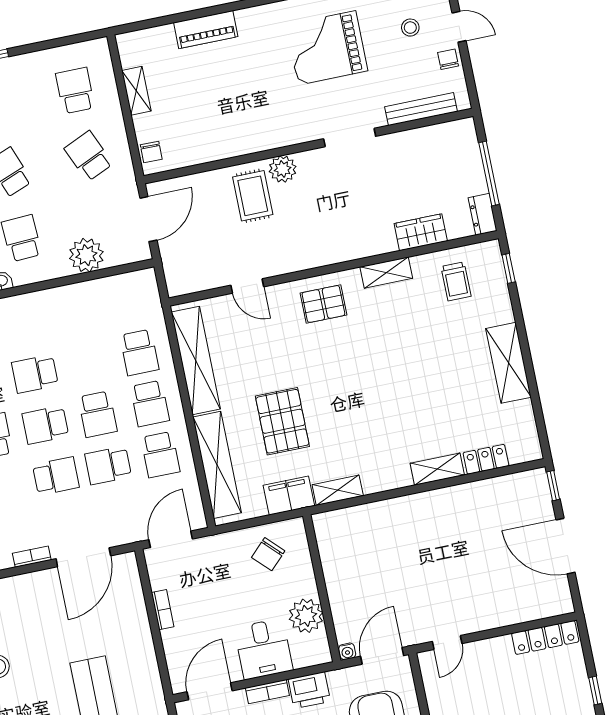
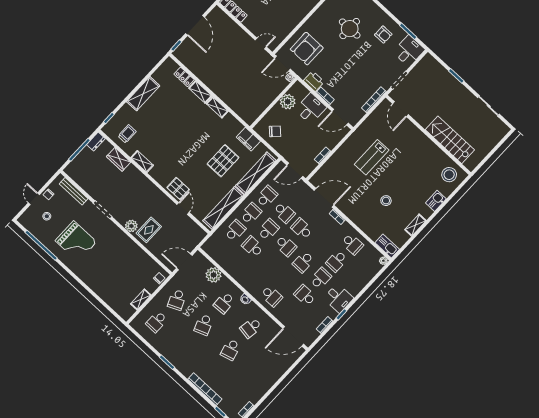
piano: (206, 30) -> (101, 290), removed
pallet: (323, 304) -> (178, 188), moved
school desk: (35, 374) -> (253, 247), moved, turned 180
shelving: (338, 490) -> (217, 107), moved

